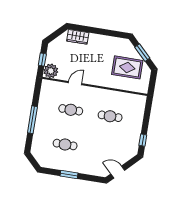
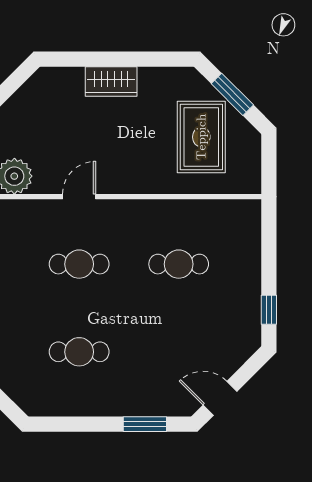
wardrobe: (78, 37) -> (111, 81), moved
rug: (127, 67) -> (201, 137), turned 90
window: (69, 175) -> (145, 424), moved

